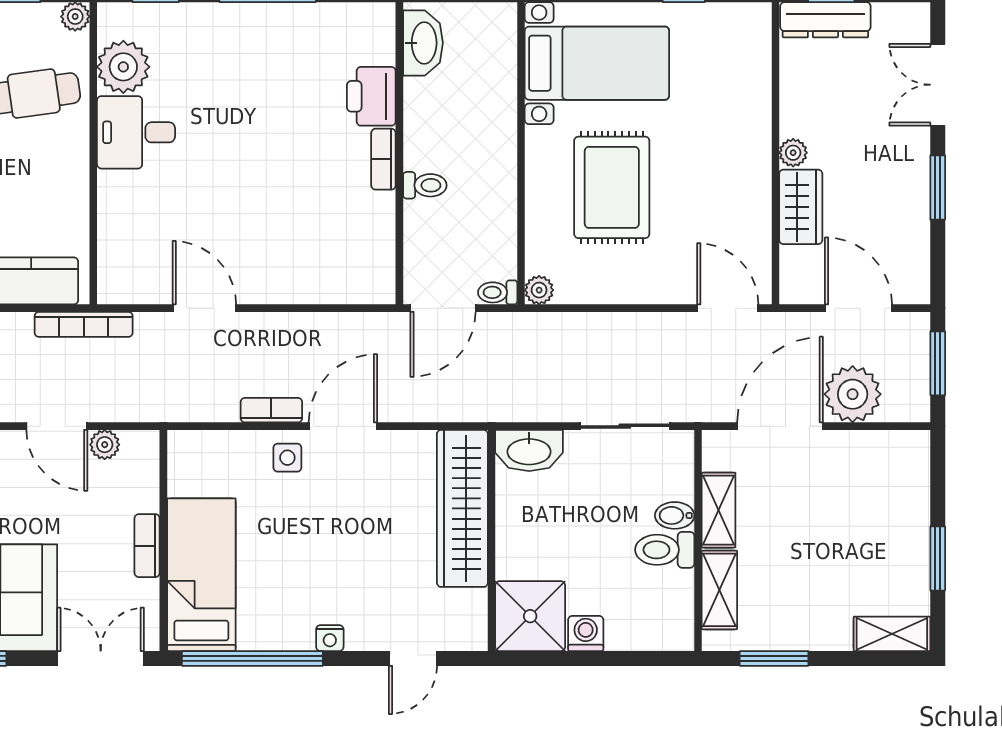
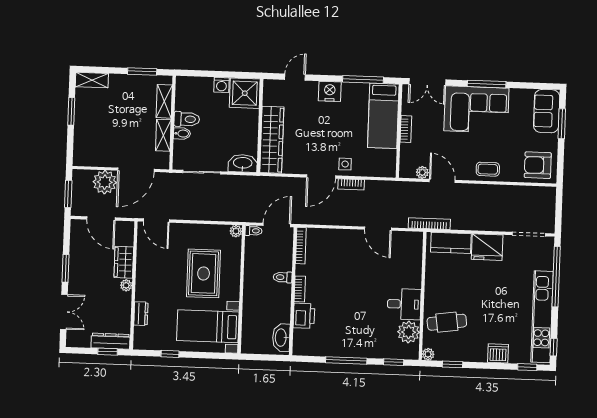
dresser: (756, 87) -> (141, 314), added
bookcase: (385, 261) -> (301, 246), added
nightstand: (330, 638) -> (330, 91), width x1.89, depth x1.79
window: (252, 658) -> (363, 80), width x0.68

